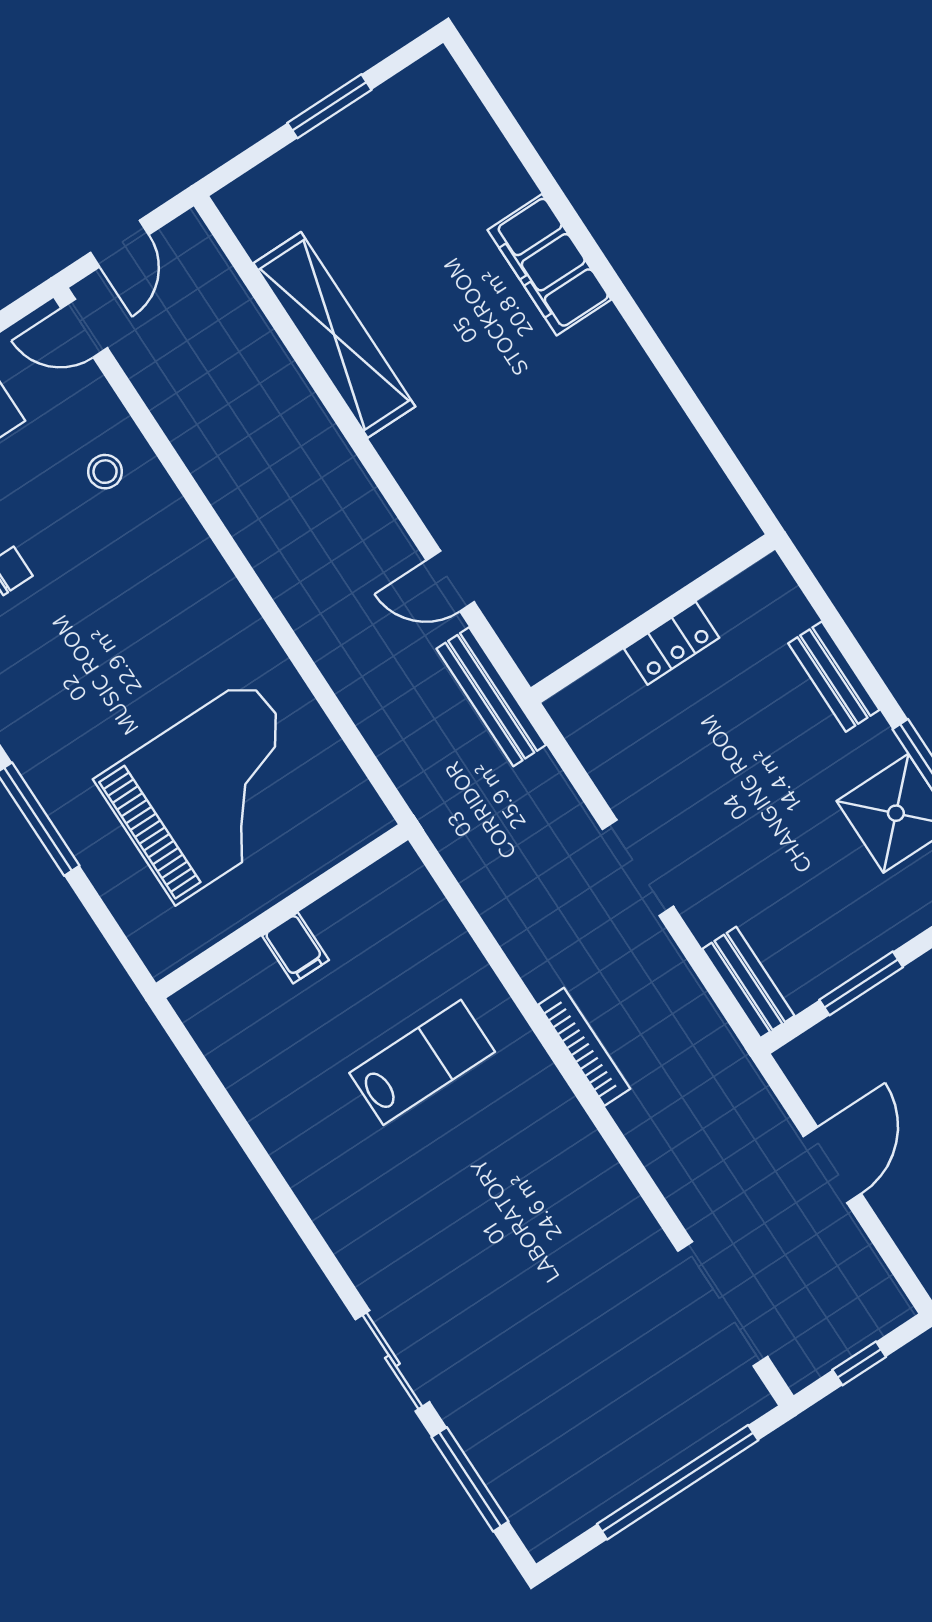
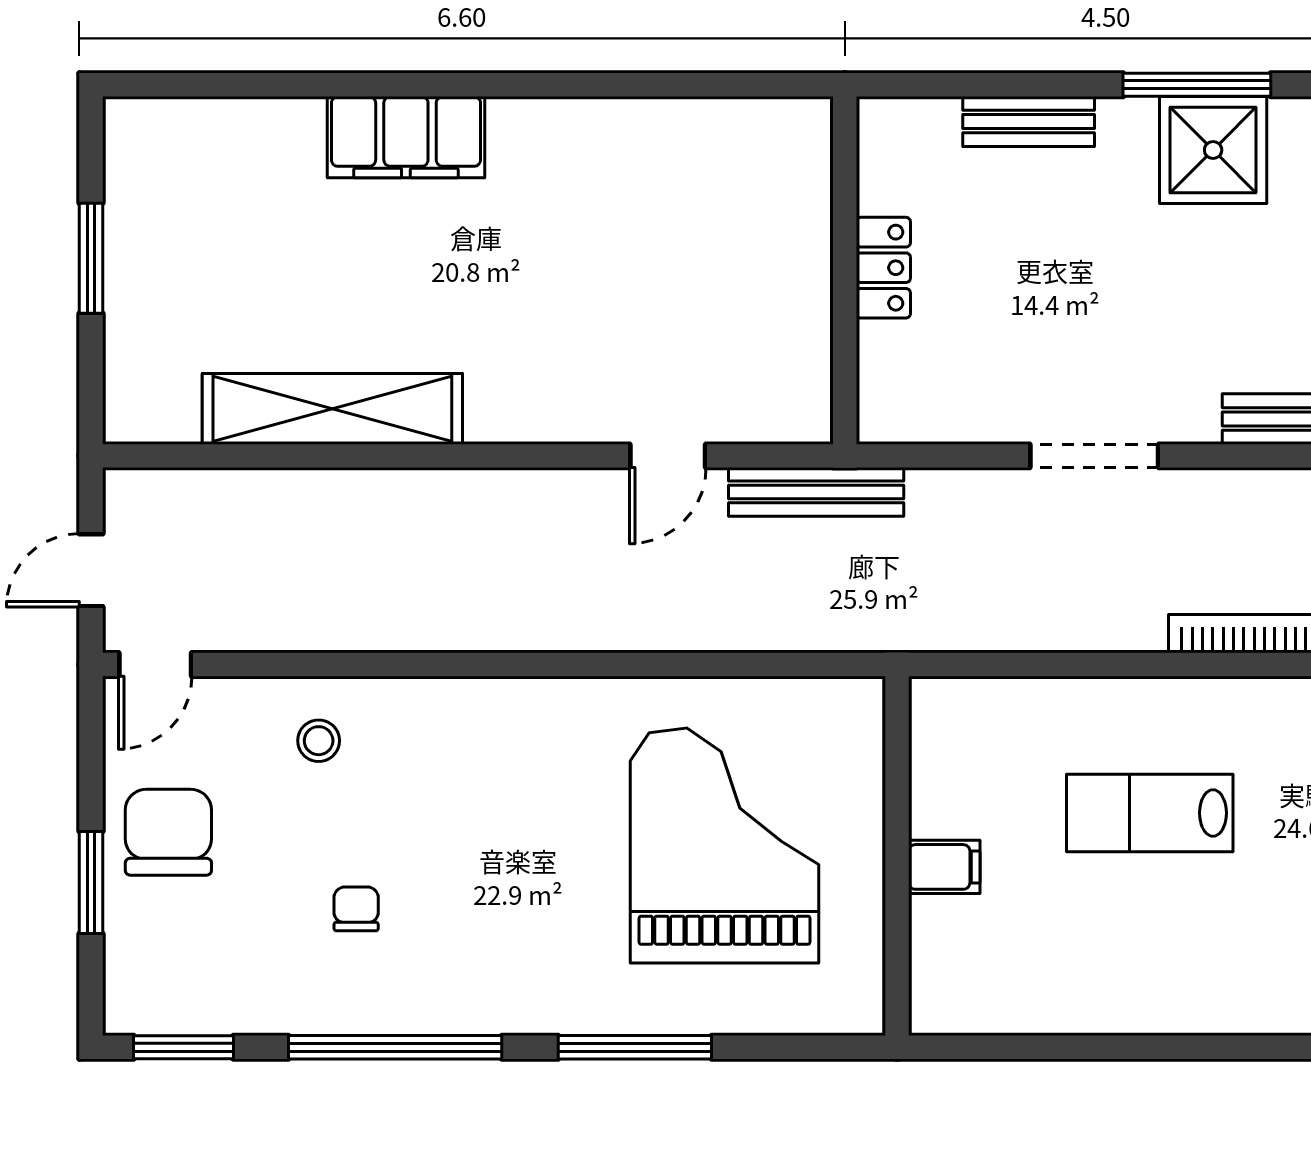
door: (119, 244) -> (91, 570), swing flipped
lab bench: (422, 1062) -> (1150, 813), turned -90

